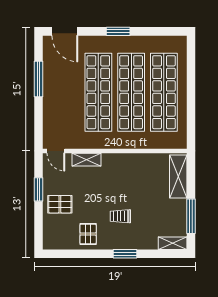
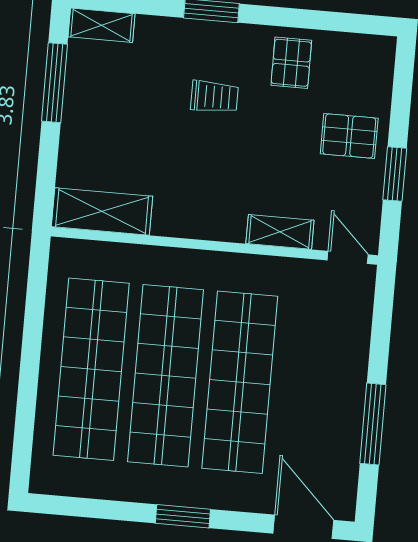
shelving: (178, 177) -> (102, 211), moved, turned 90

